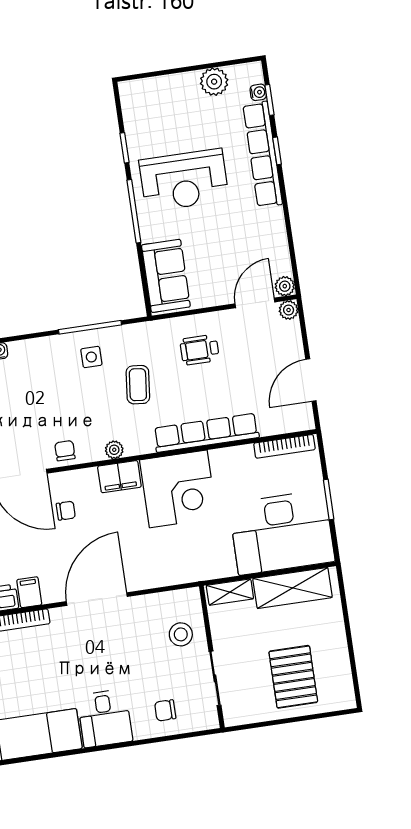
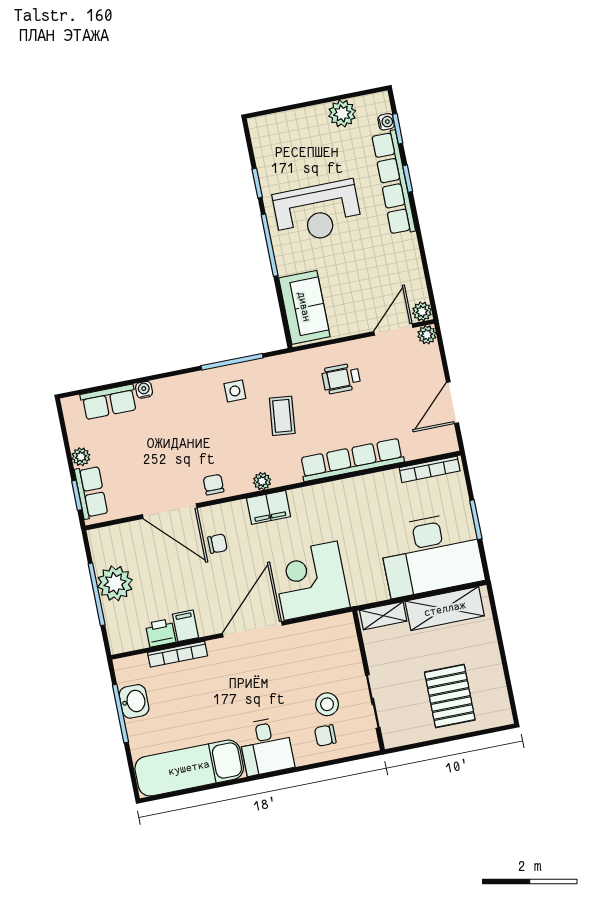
corner desk: (178, 489) -> (311, 581), moved, turned 180
stool: (181, 634) -> (327, 704), moved

